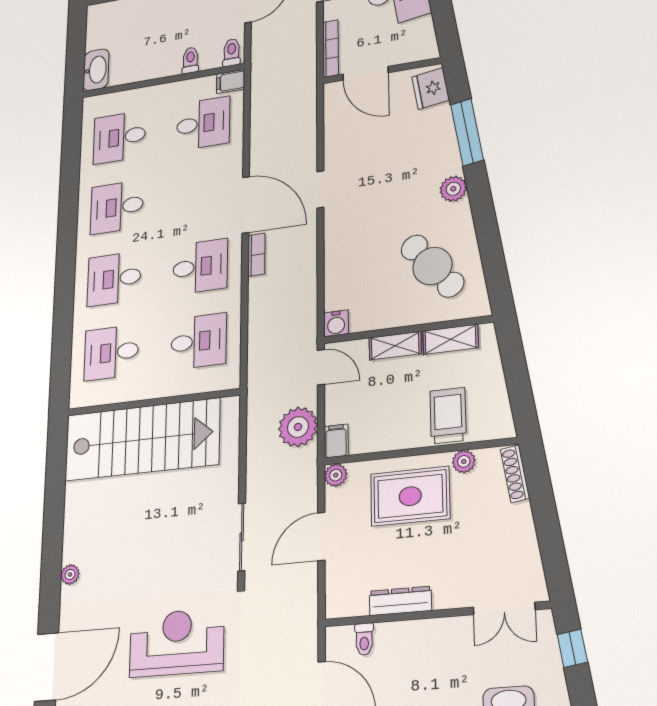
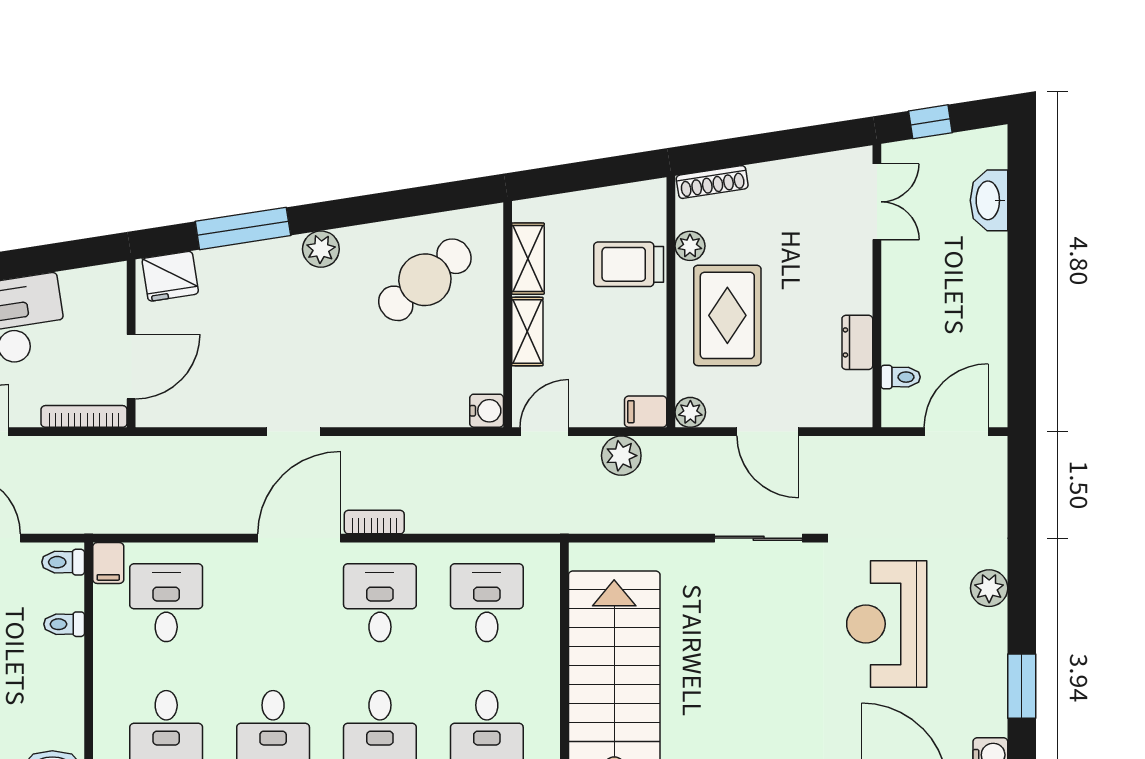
plant: (298, 427) -> (621, 456), width x0.73, depth x0.73
dresser: (400, 601) -> (857, 342), width x0.70

